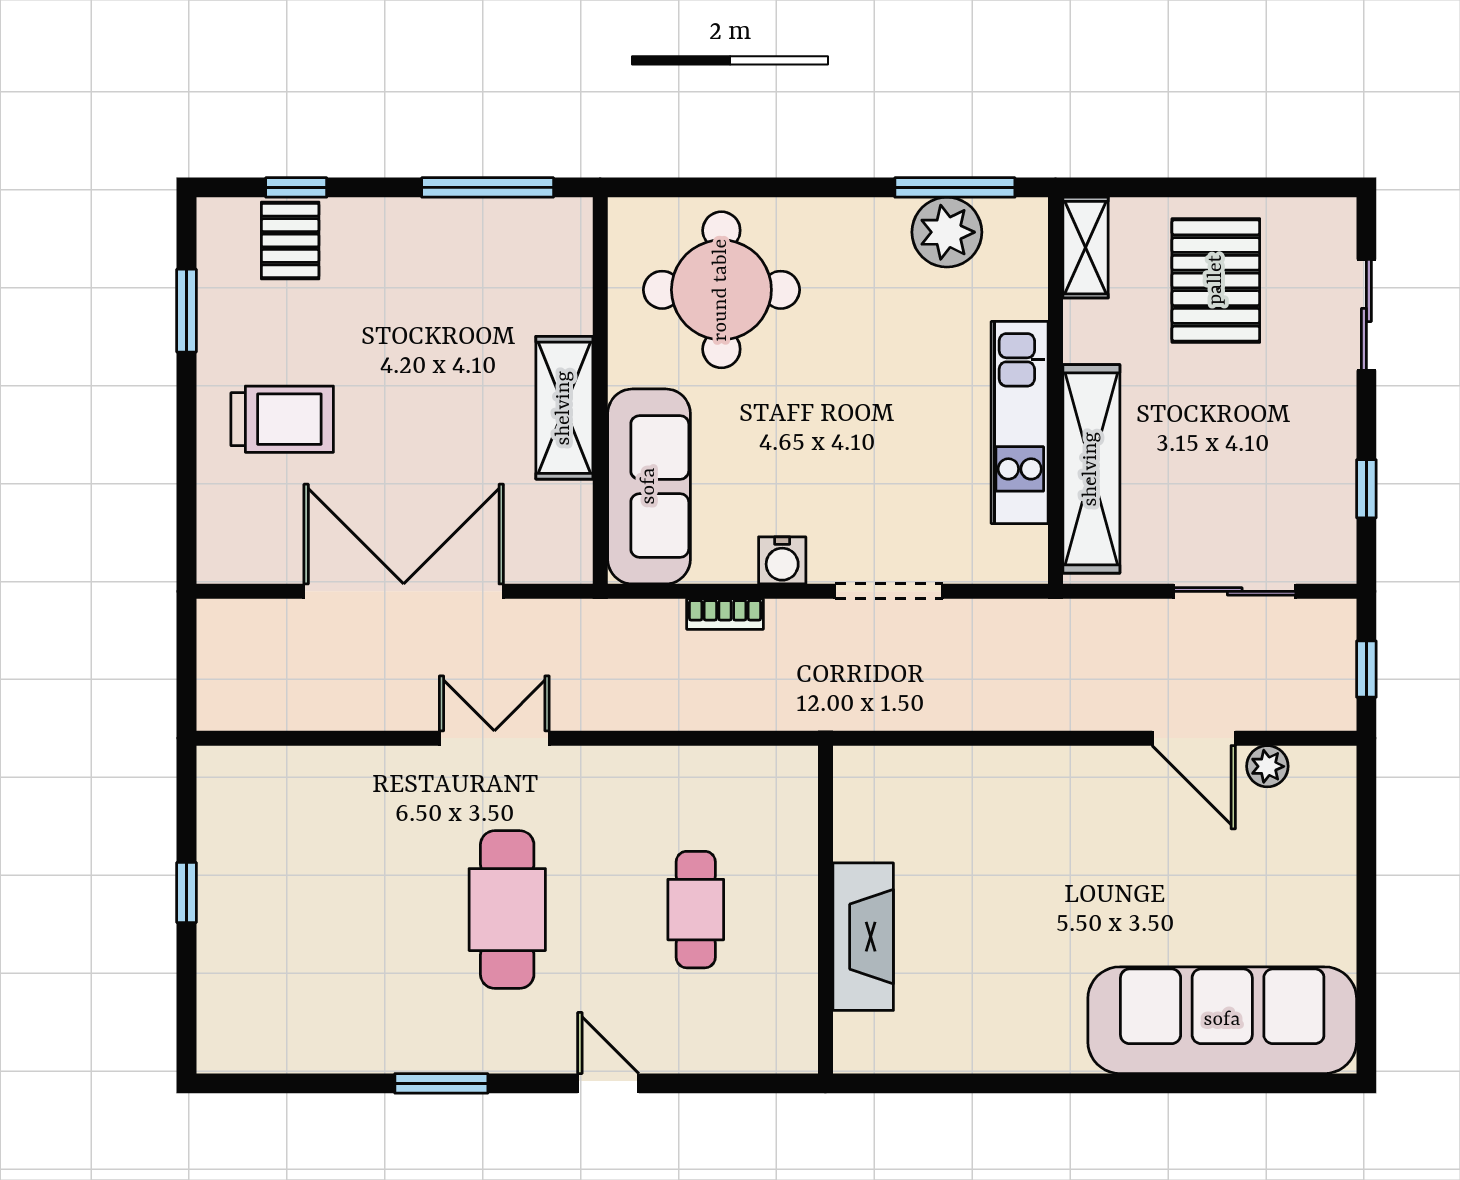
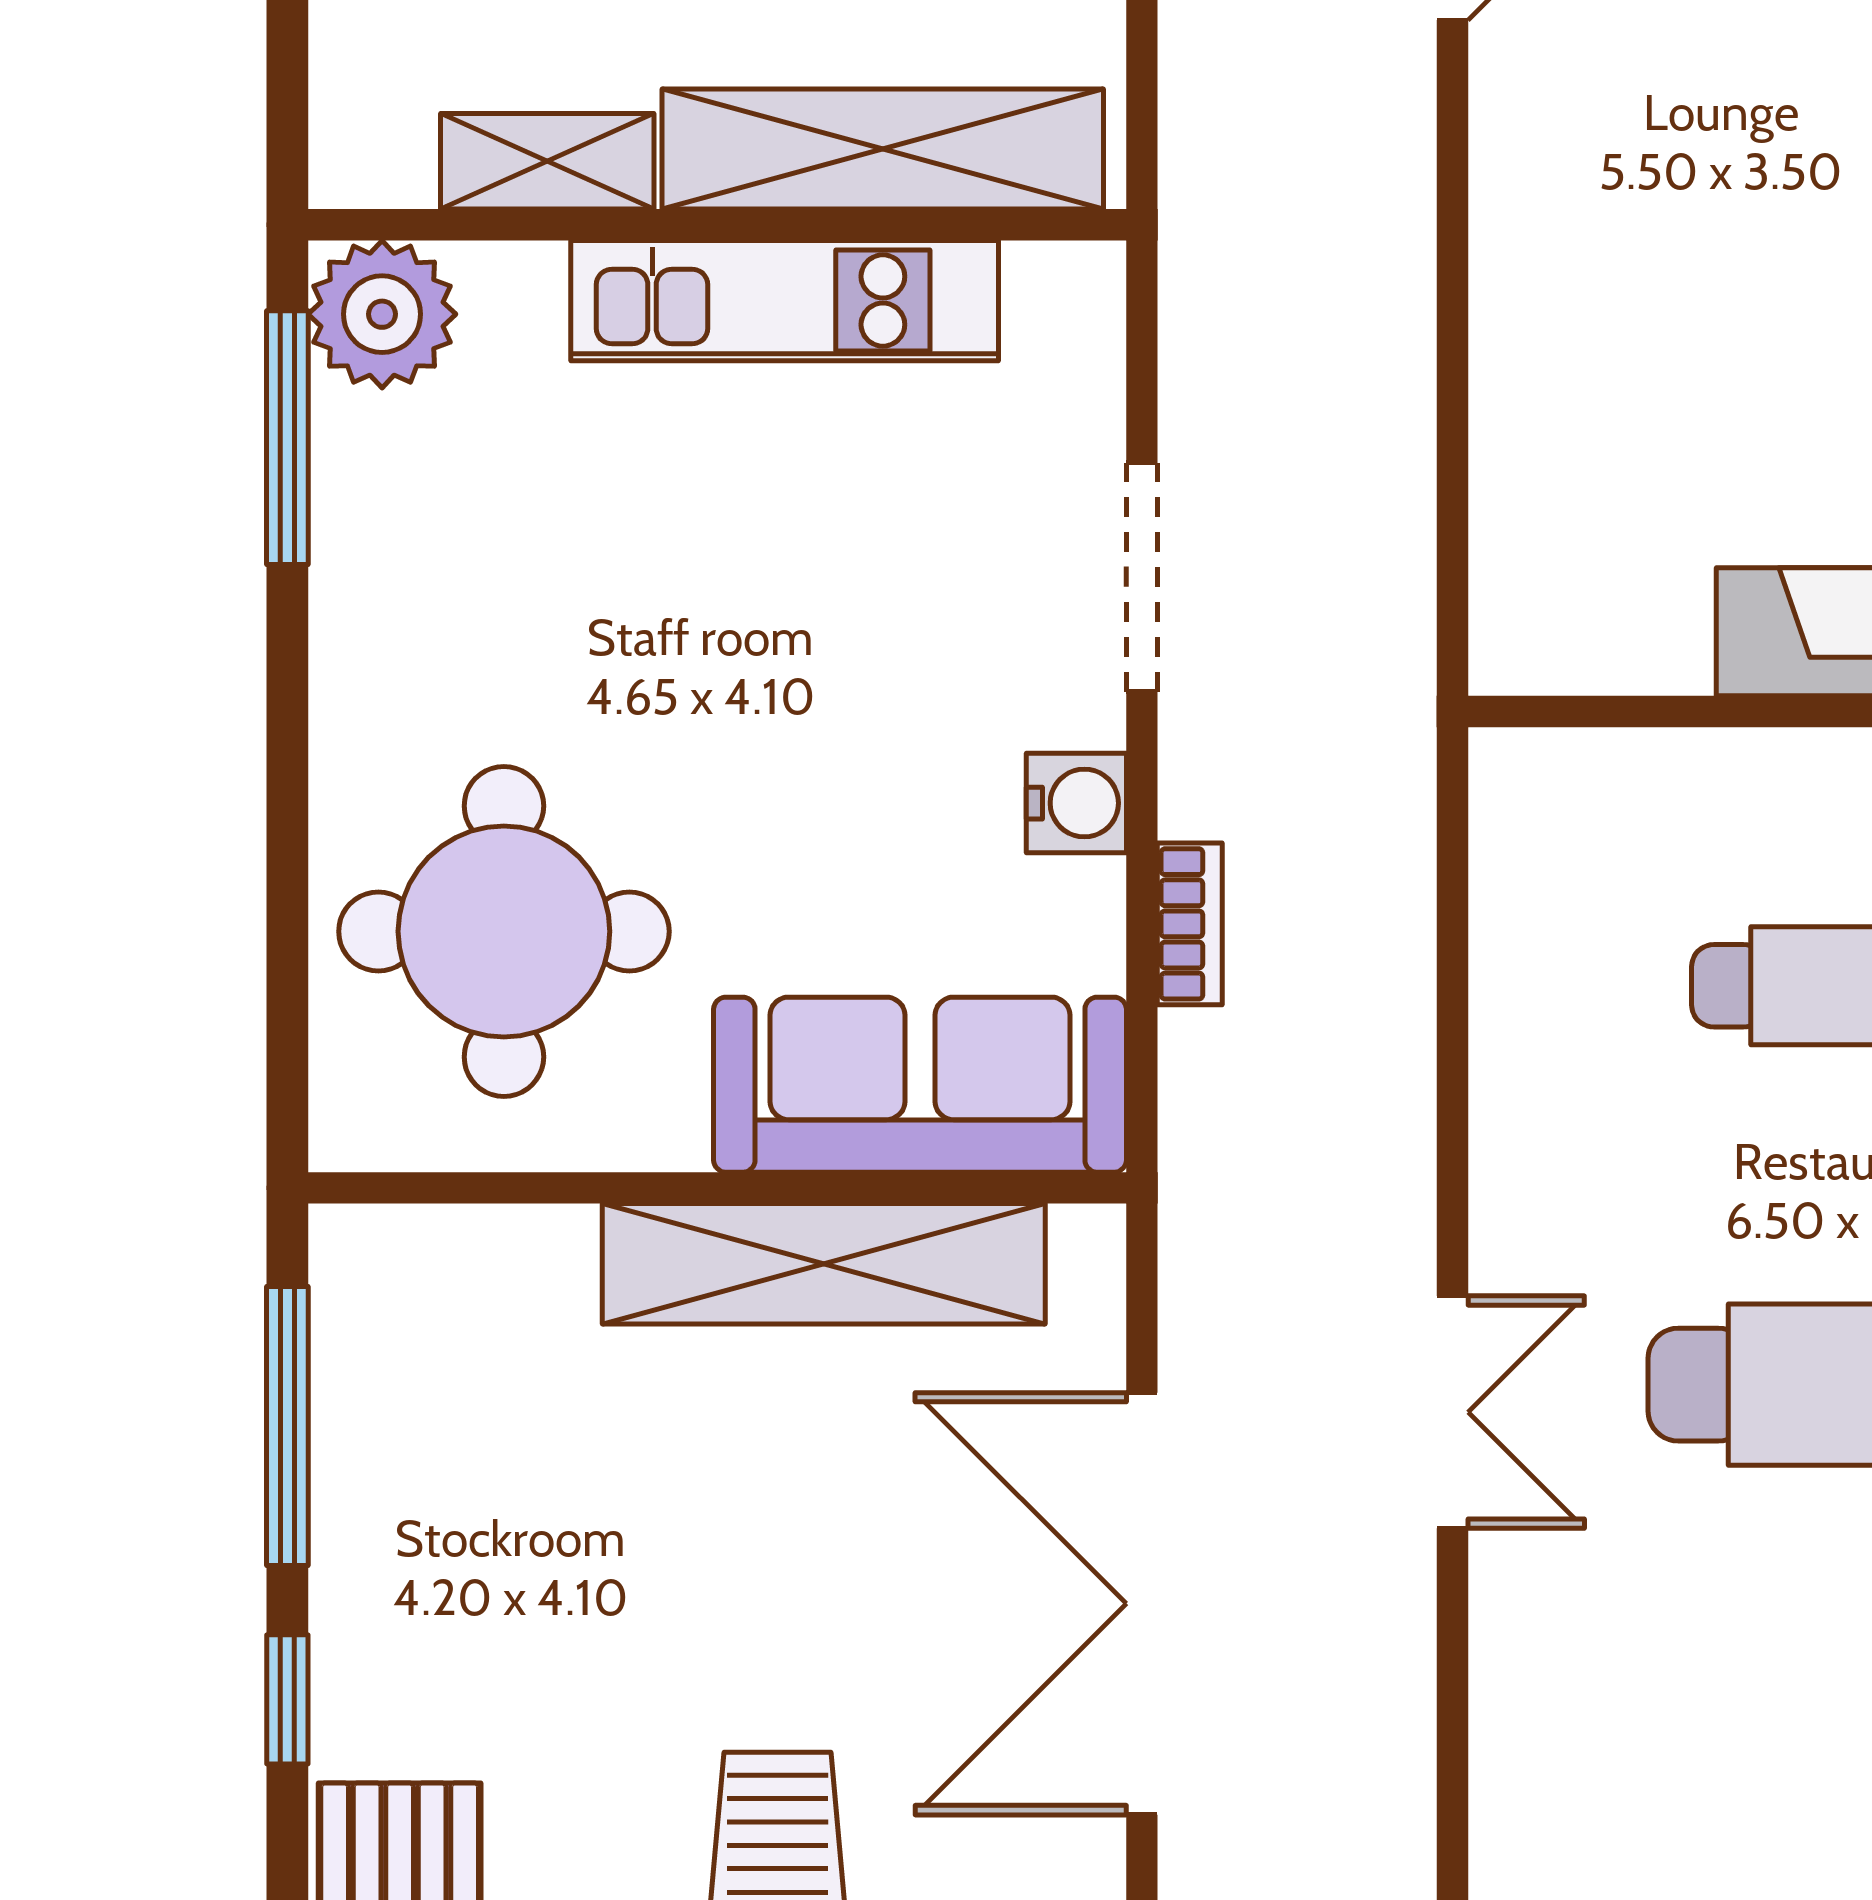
window: (296, 187) -> (287, 1699), moved
plant: (947, 232) -> (382, 314), moved
shelving: (1086, 248) -> (547, 161), moved
shelving: (564, 408) -> (824, 1264), width x1.47
double door: (494, 738) -> (1452, 1412), swing flipped

